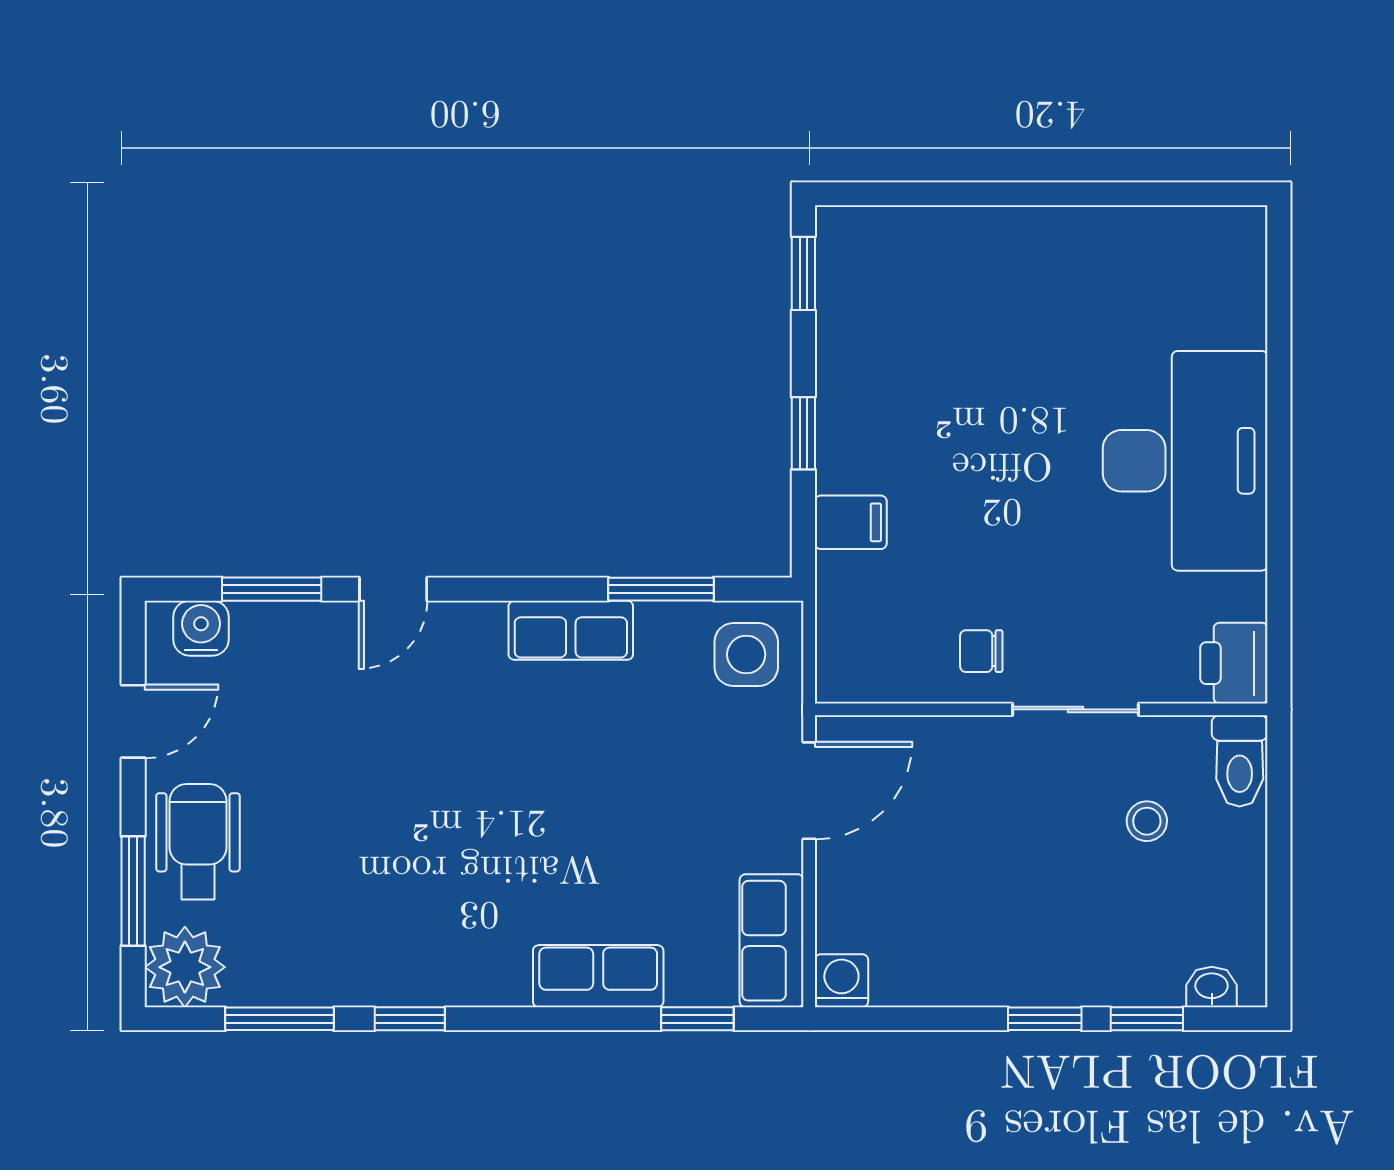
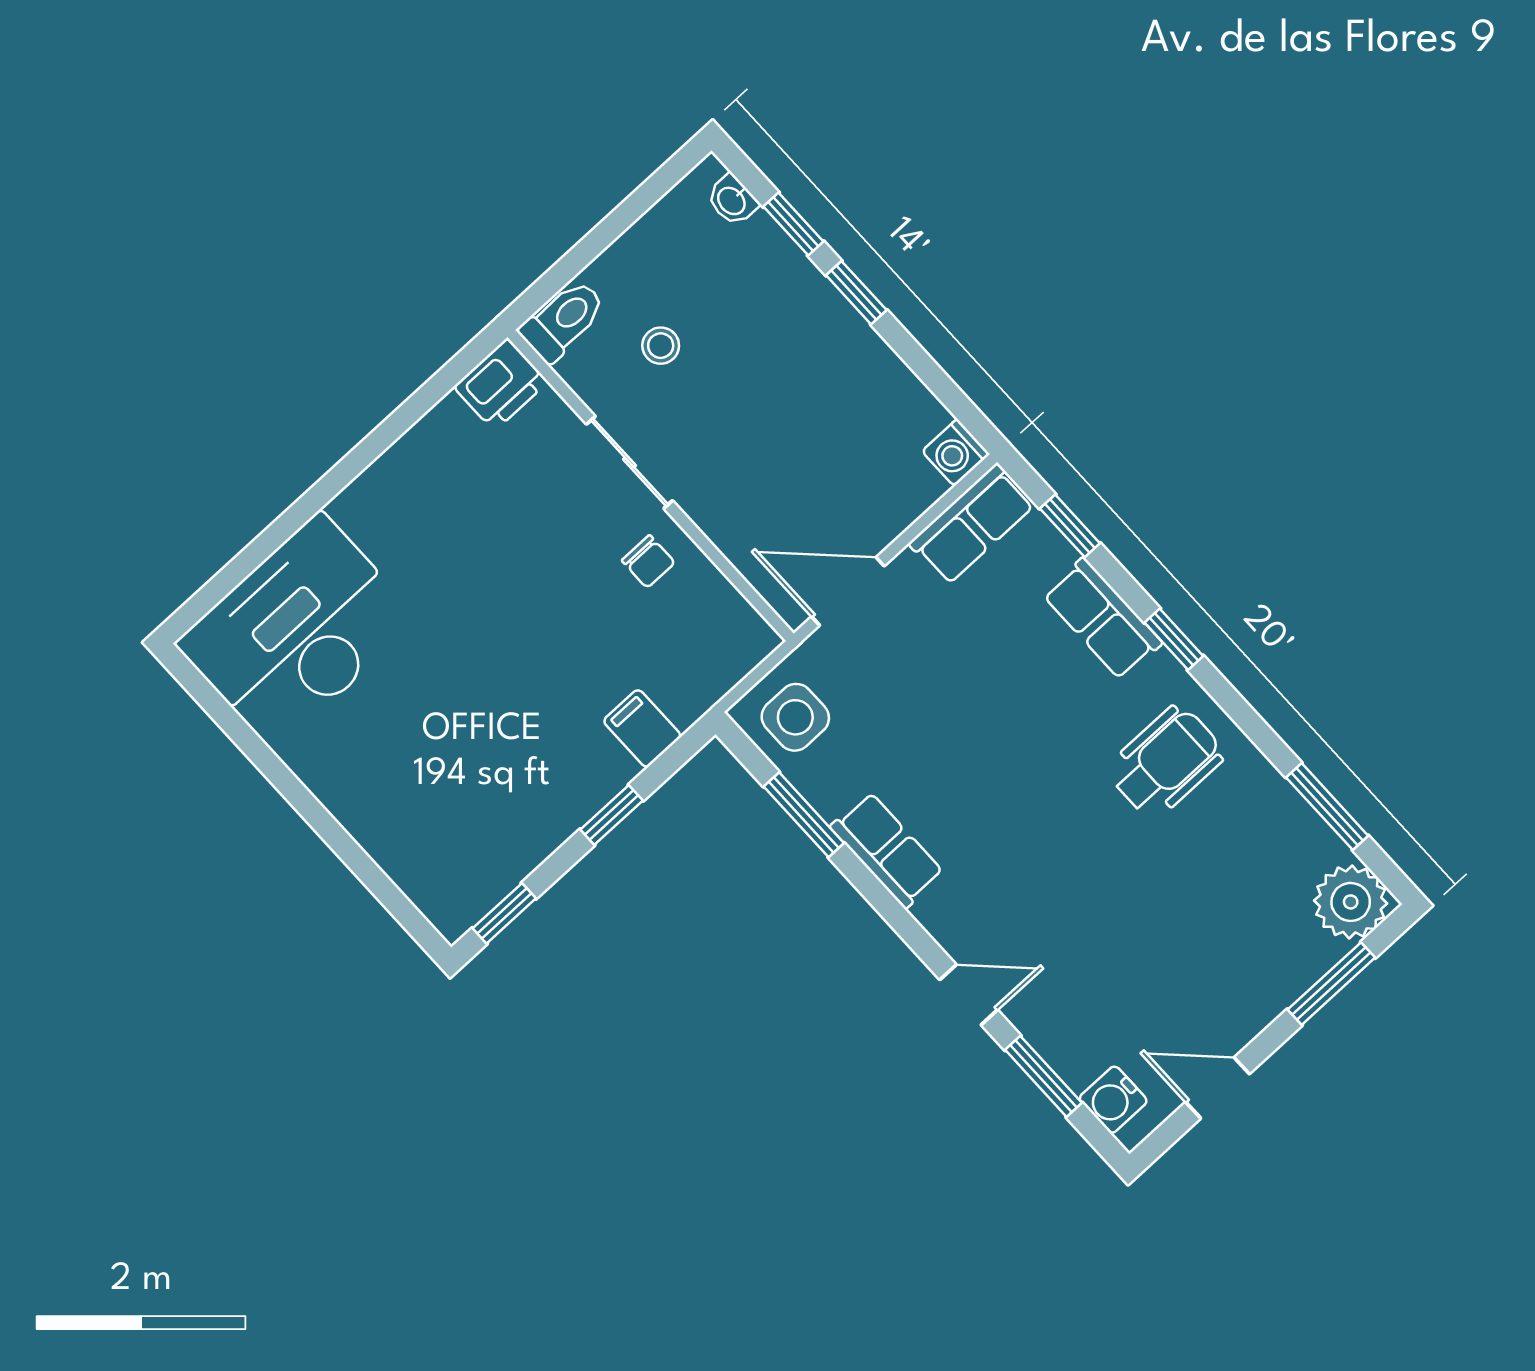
desk: (1185, 461) -> (297, 631), moved
wheelchair: (198, 842) -> (1166, 762), moved, turned 180
window: (410, 1019) -> (1174, 639), moved

